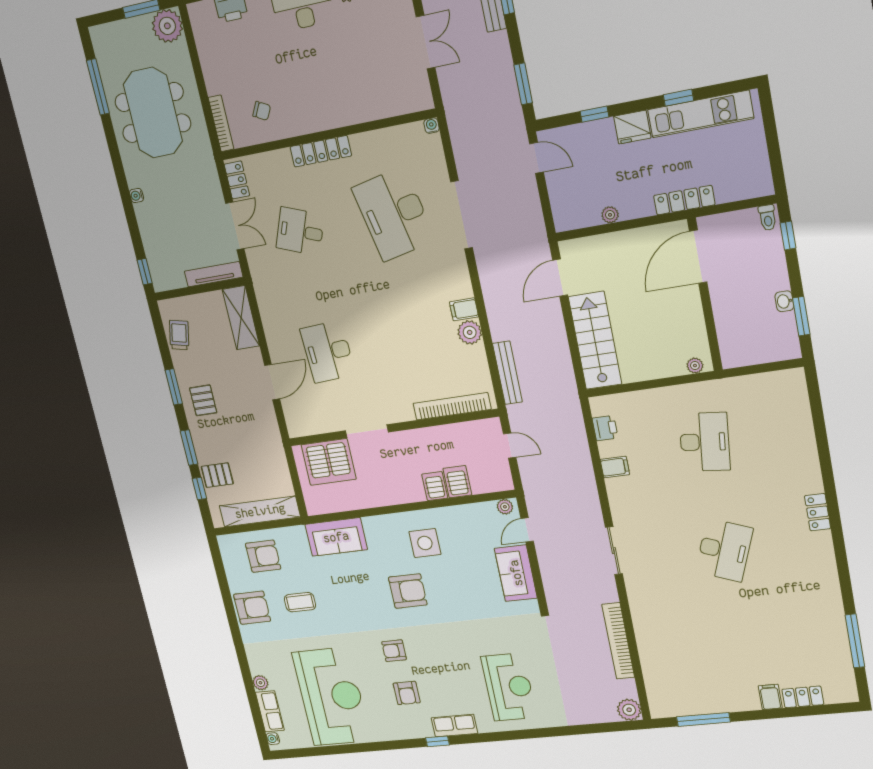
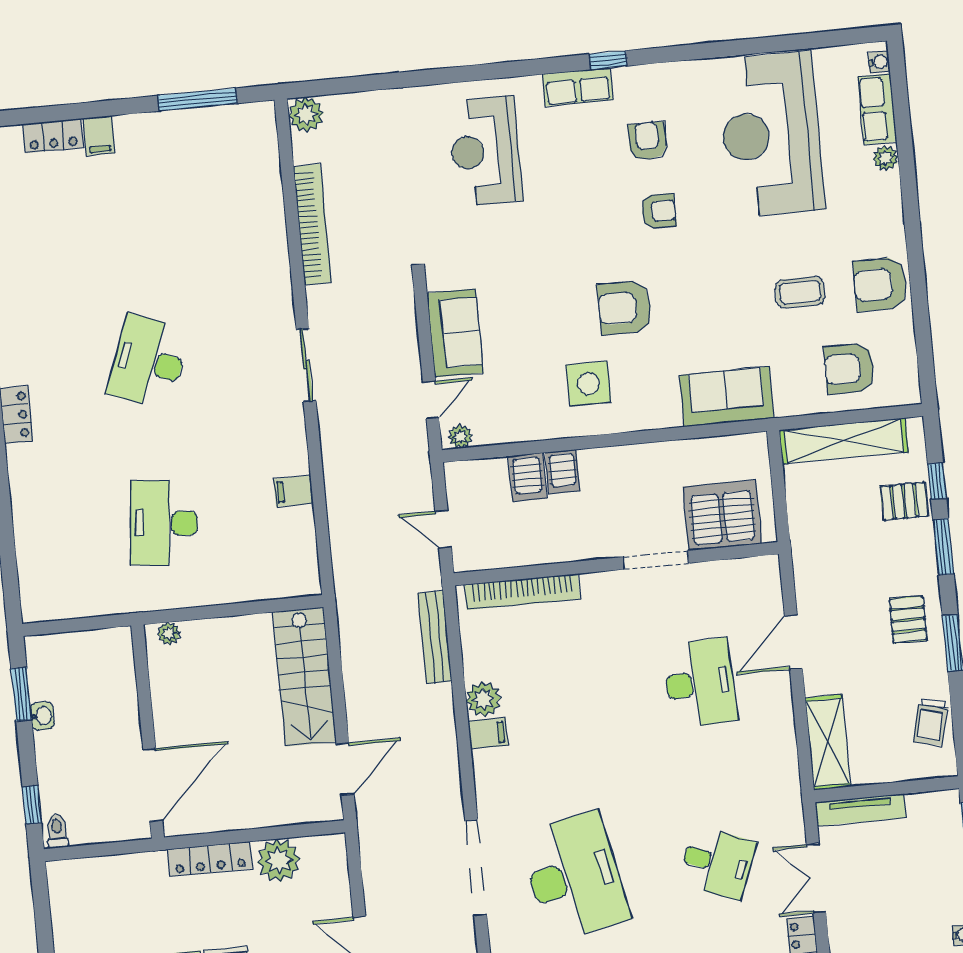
locker: (684, 200) -> (210, 859), moved
plant: (610, 215) -> (279, 860), width x1.87, depth x1.87
printer: (605, 428) -> (302, 549), removed

